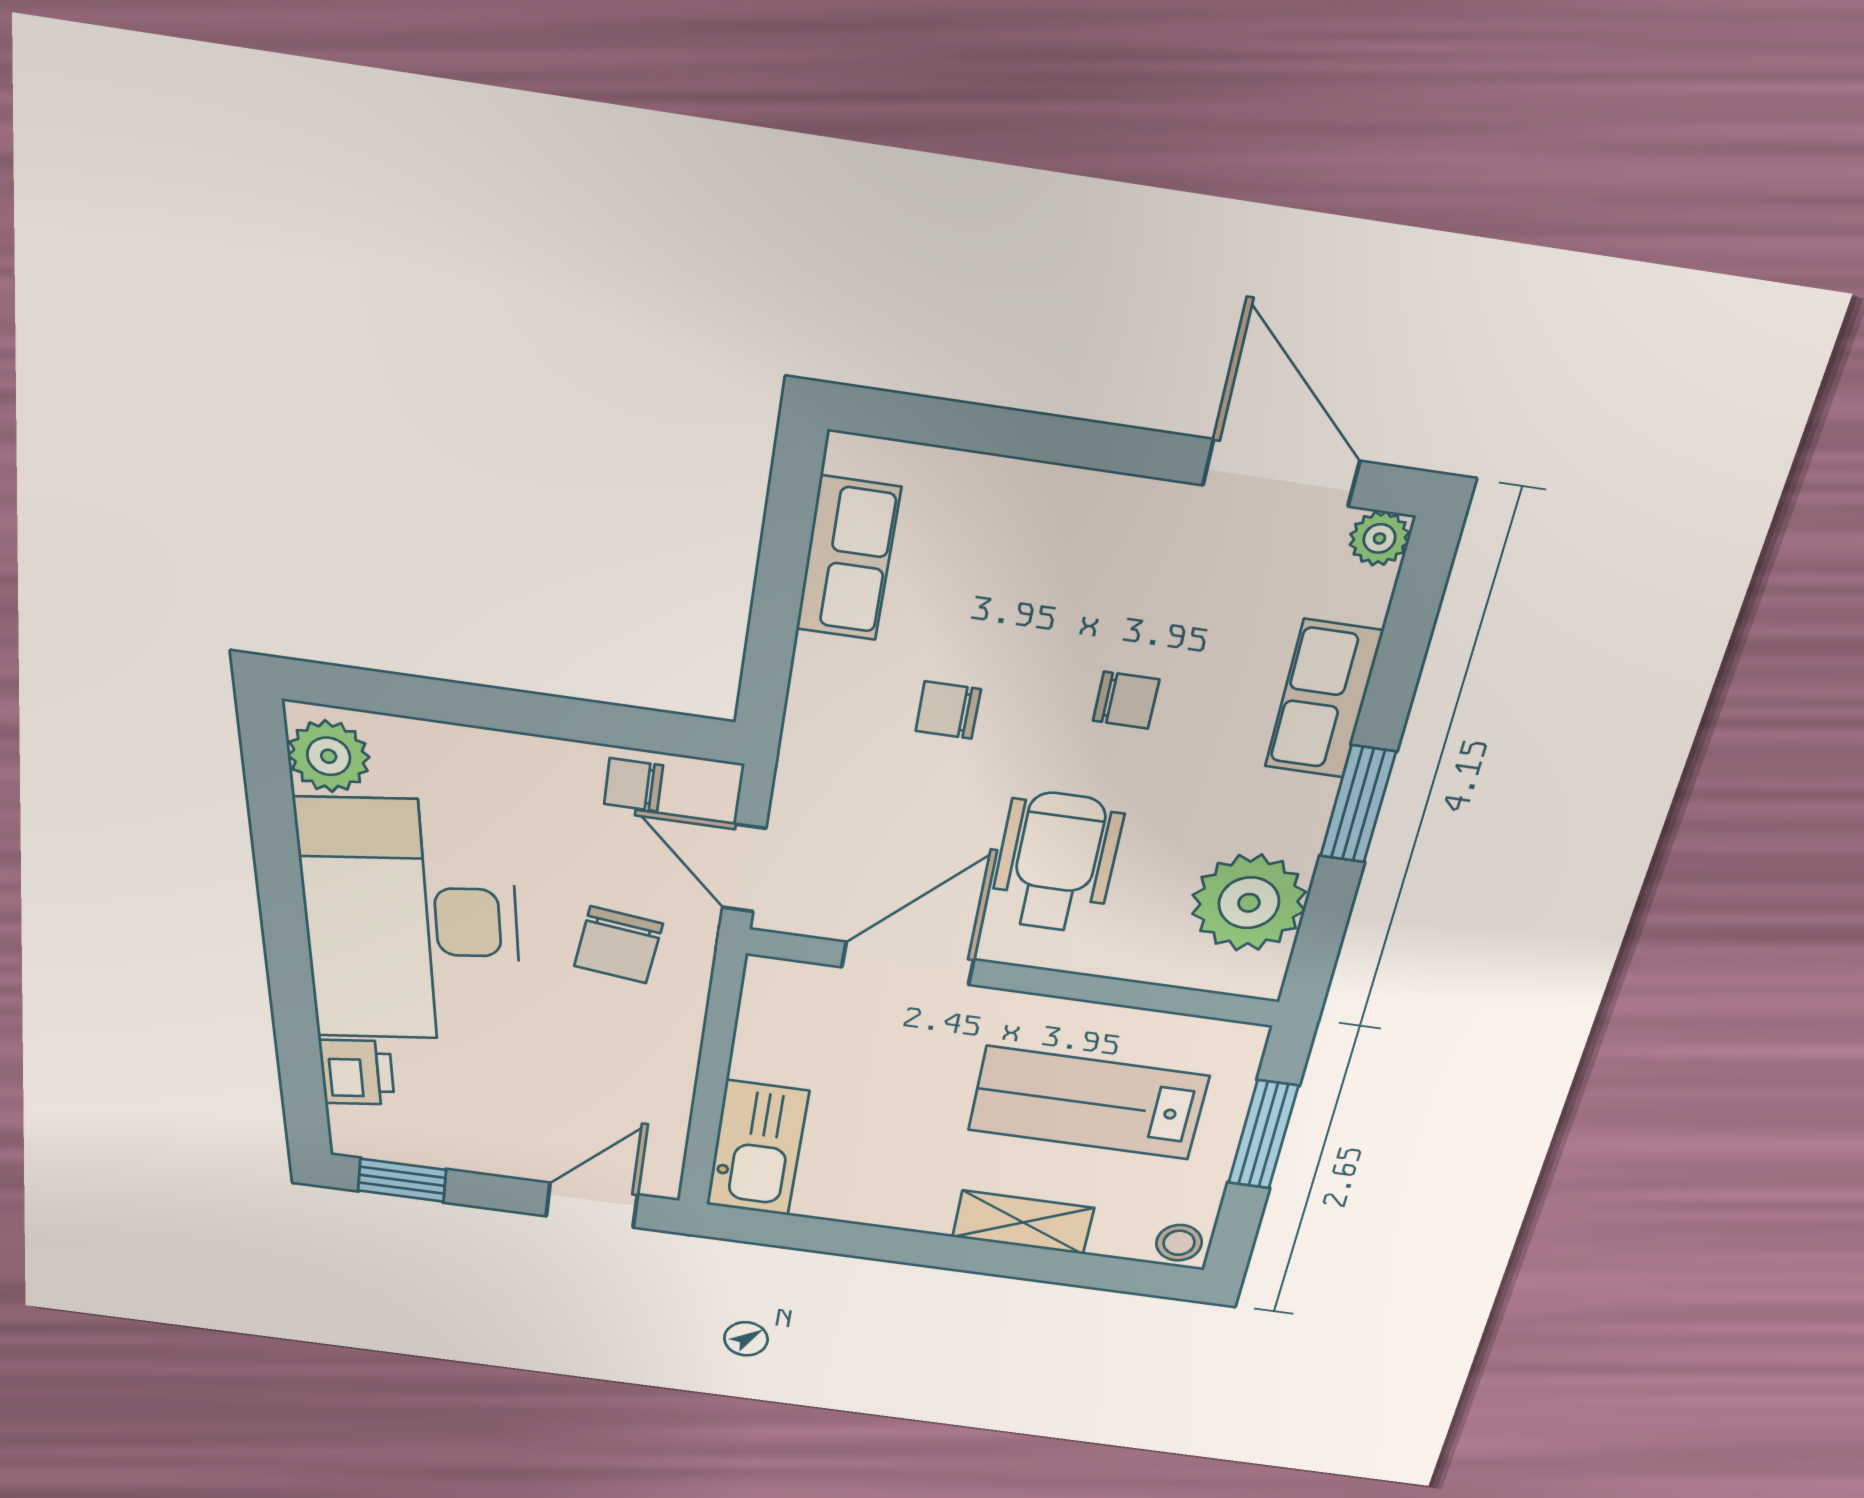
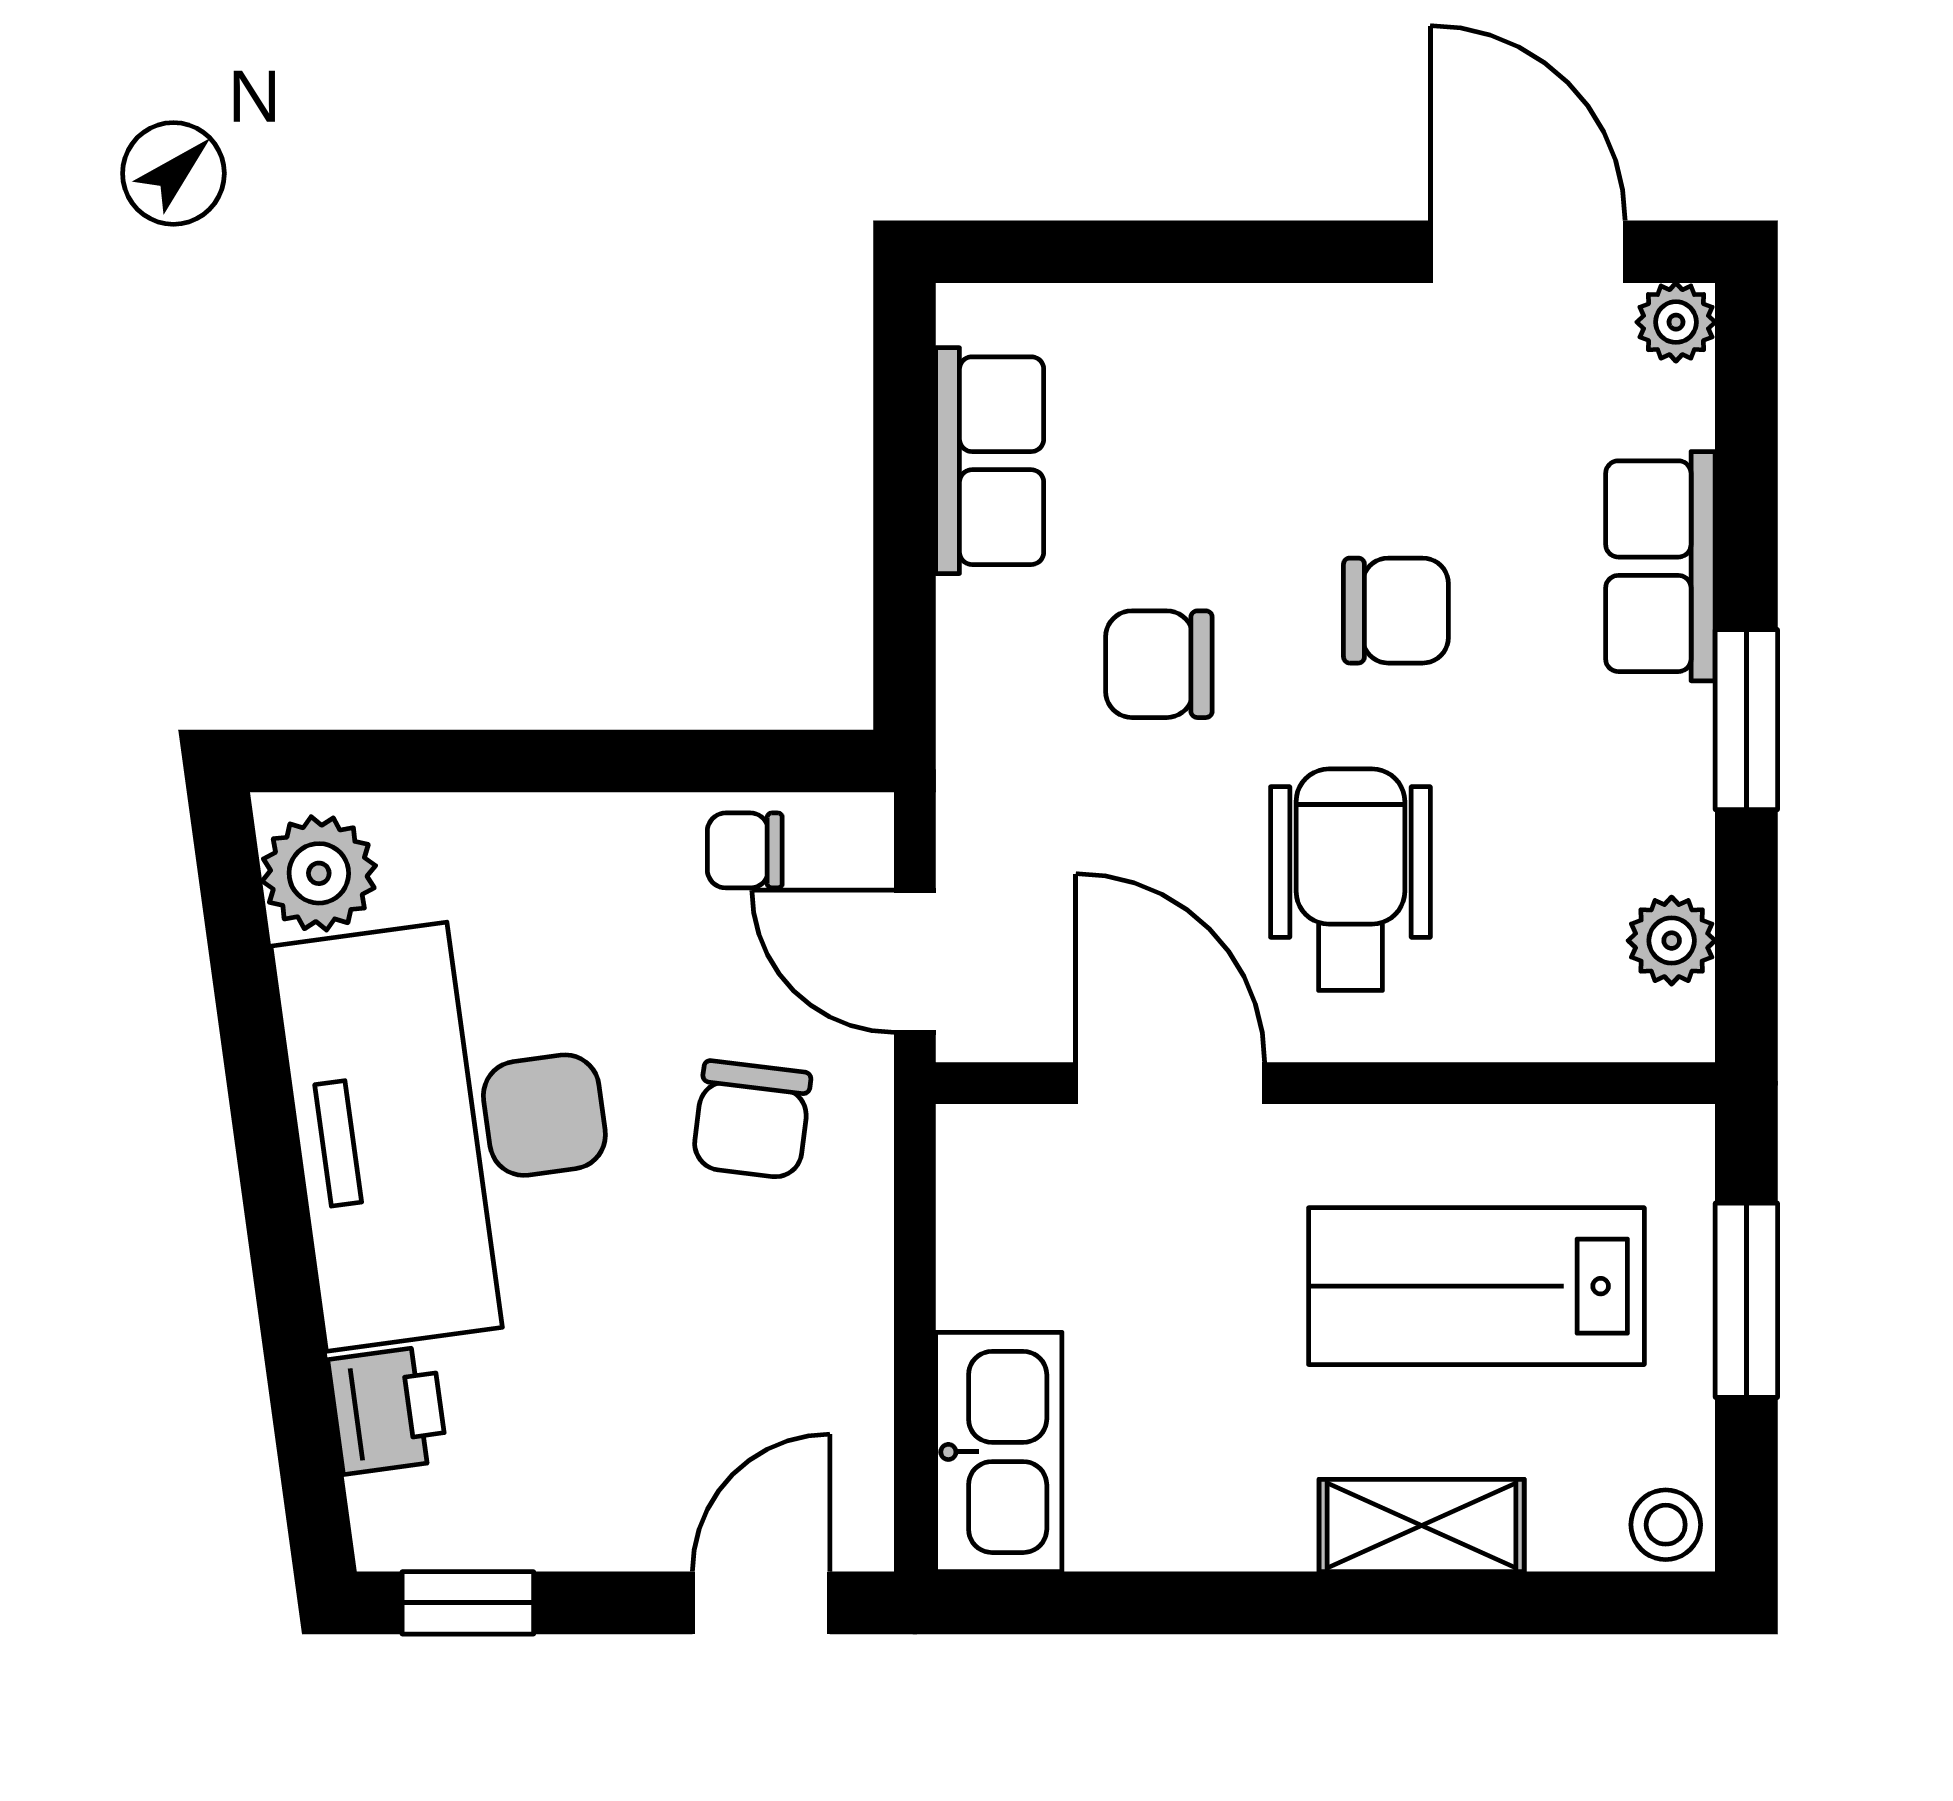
chair: (1126, 700) -> (1396, 611), width x1.37, depth x1.37
chair: (948, 710) -> (1159, 664), width x1.37, depth x1.37
plant: (1249, 903) -> (1672, 941), width x0.53, depth x0.53
door: (908, 963) -> (1170, 1083), hinge flipped

